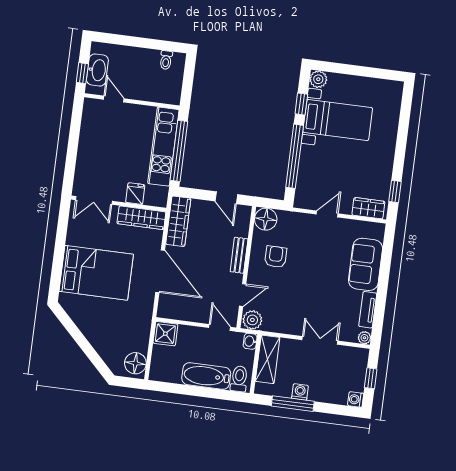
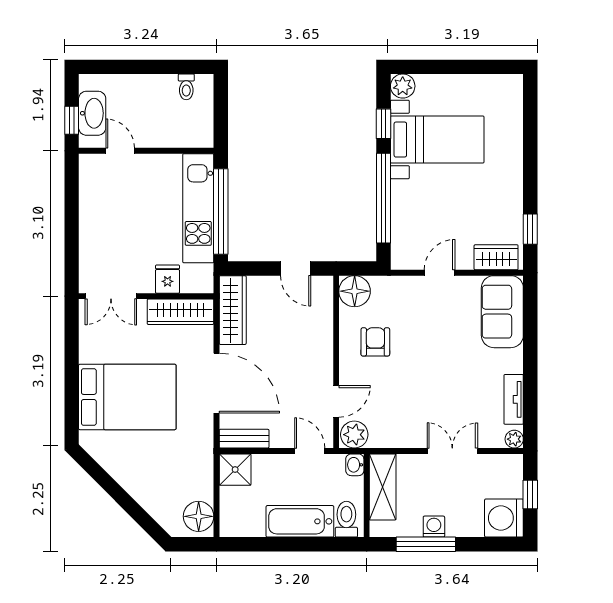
bench: (239, 255) -> (244, 439), moved, turned 90
sofa: (366, 264) -> (502, 312), moved
washing machine: (356, 399) -> (504, 518), width x1.89, depth x1.89

